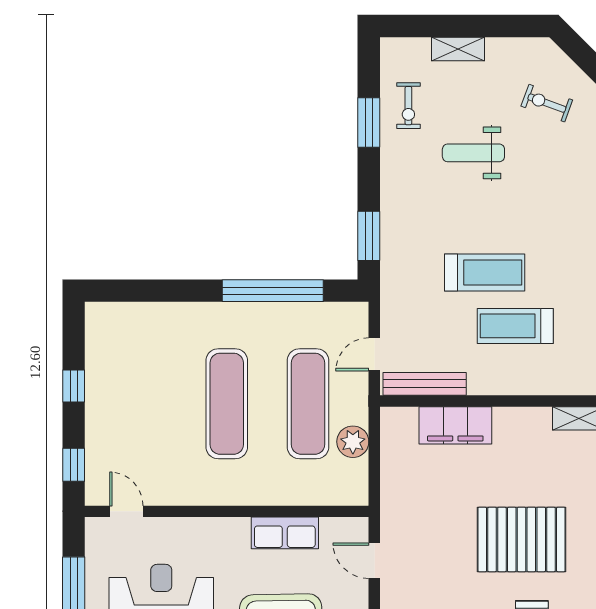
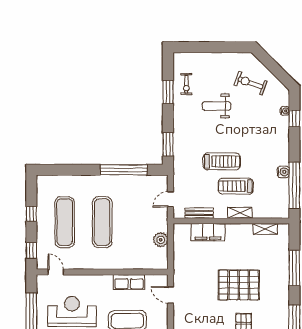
shelving: (458, 49) -> (240, 213), moved
exercise bike: (547, 103) -> (250, 83), width x1.38, depth x1.39
bench: (425, 384) -> (199, 213), width x0.73
exercise mat: (308, 404) -> (65, 222), moved

